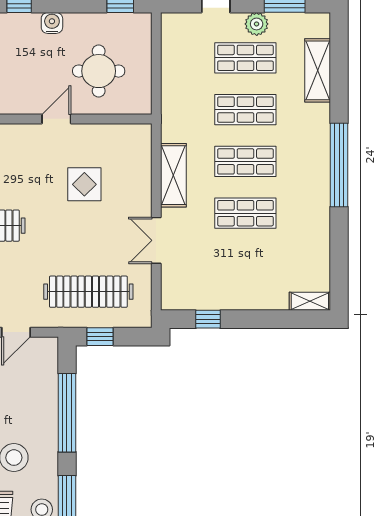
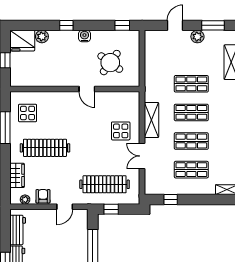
shop shelf: (245, 58) -> (191, 170), moved
round table: (99, 71) -> (110, 63), turned 36
door: (56, 119) -> (87, 89), swing flipped
display table: (84, 184) -> (121, 131), moved

